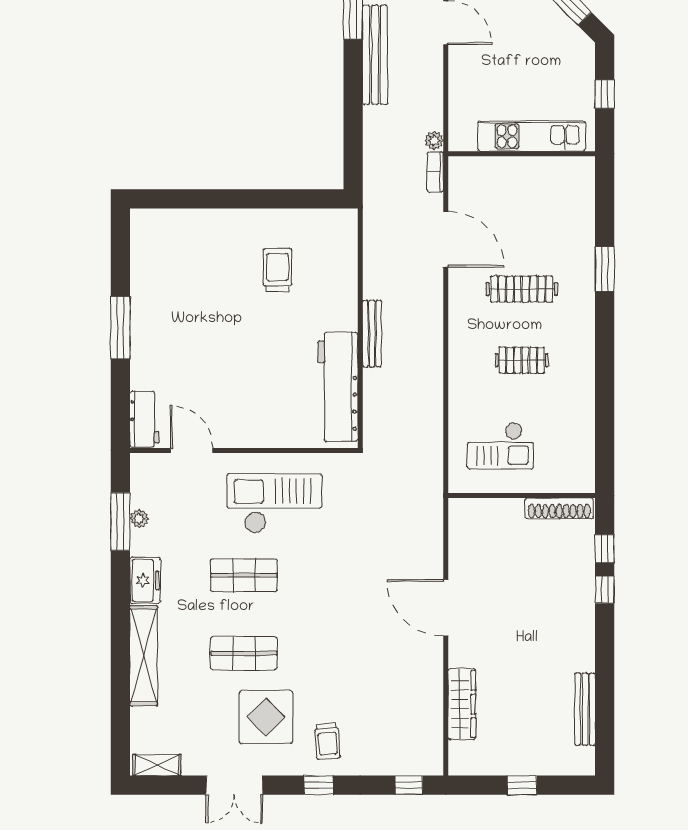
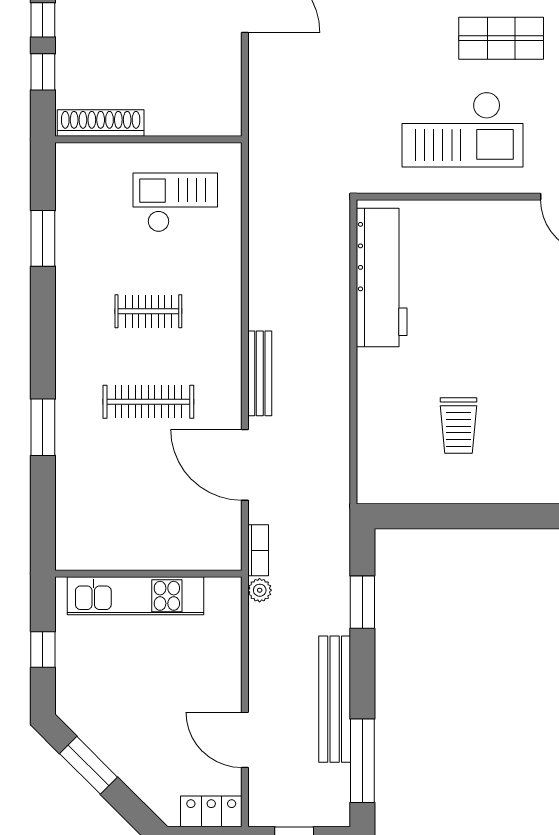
window: (353, 131) -> (362, 602), added
bench: (372, 334) -> (260, 373), moved
window: (605, 418) -> (43, 238), added

